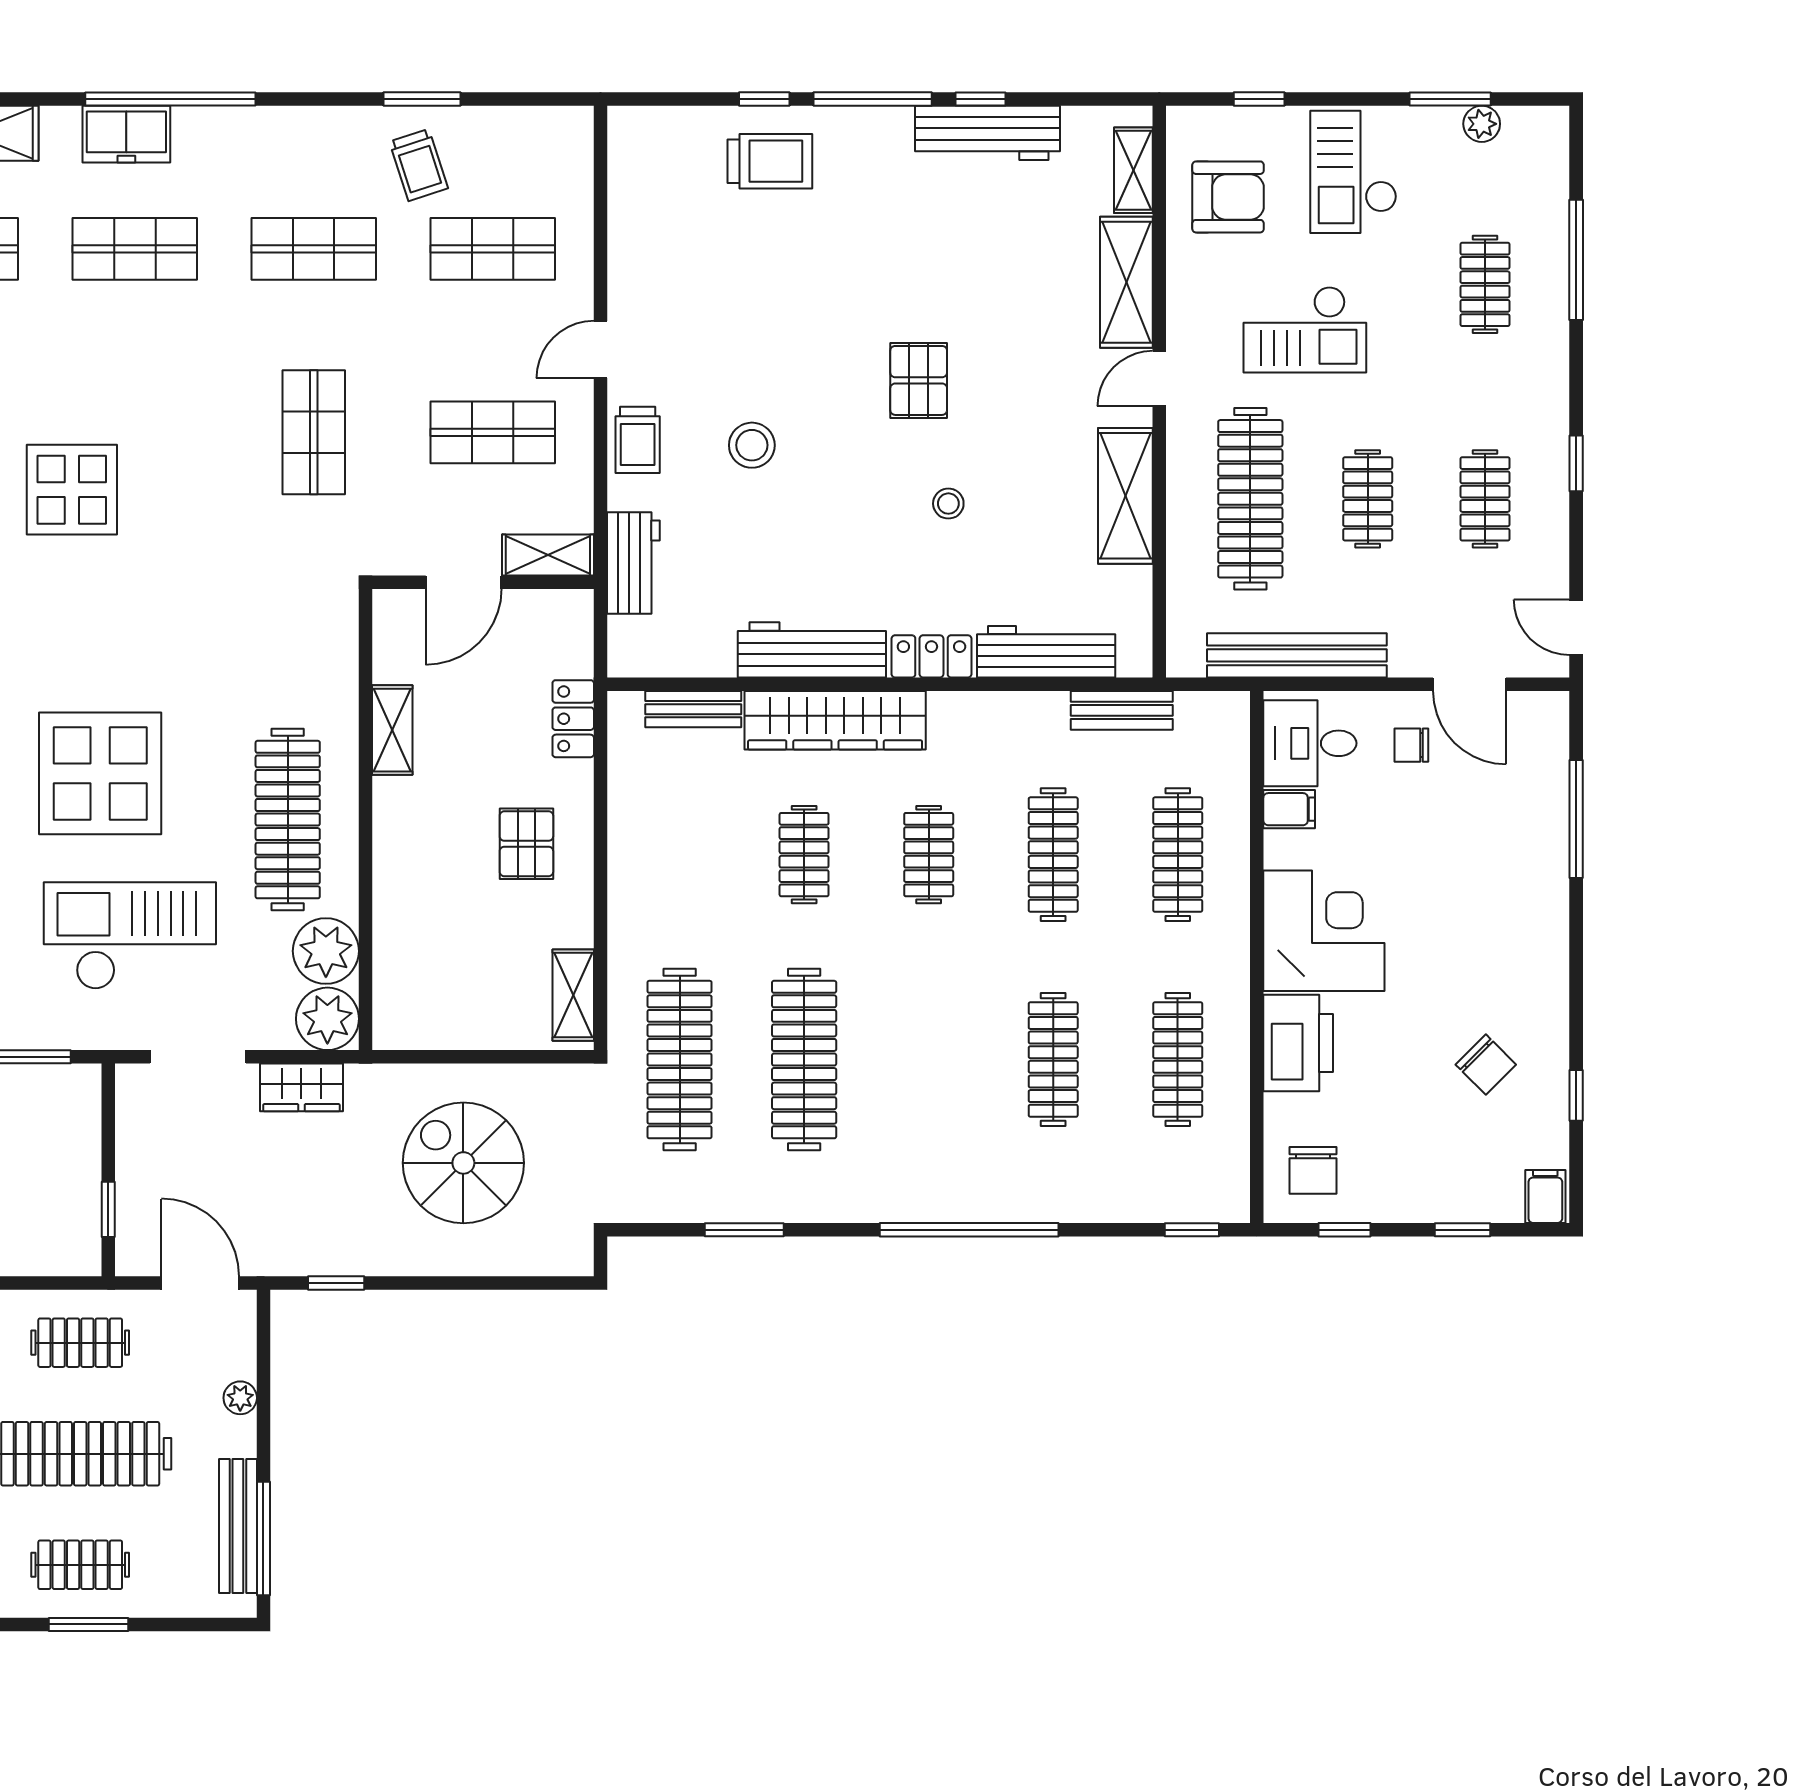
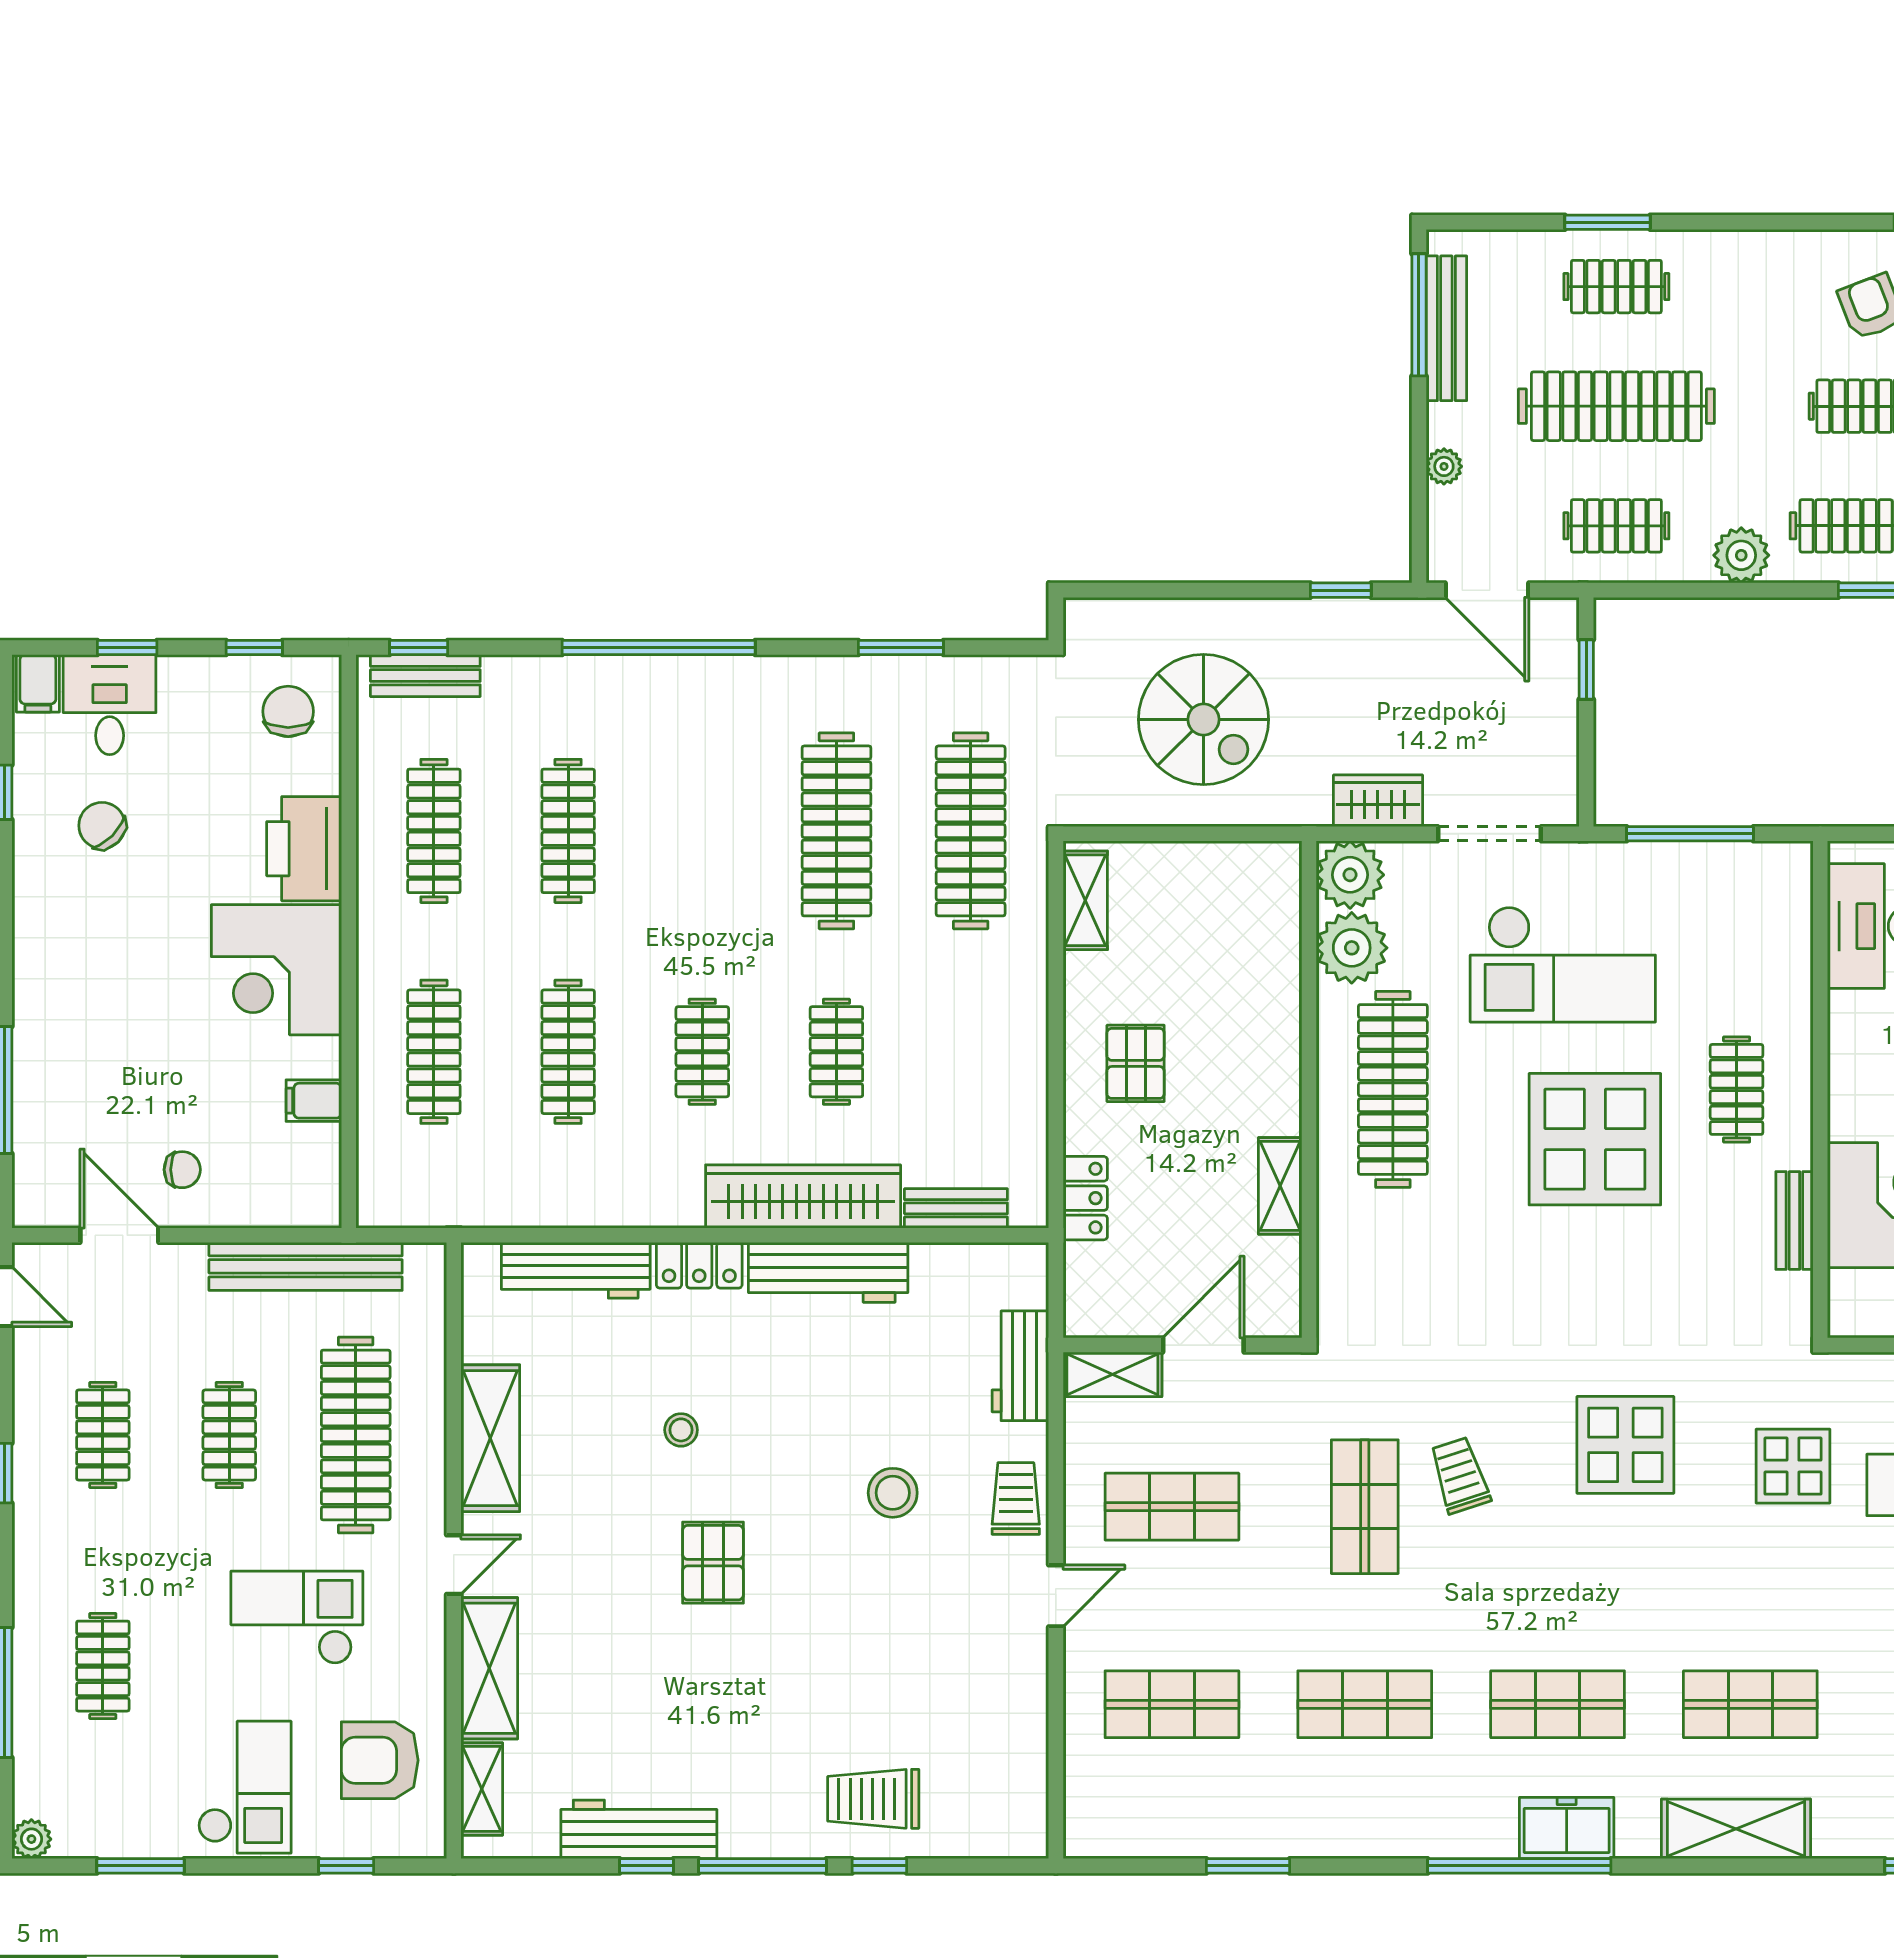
plant: (1482, 124) -> (31, 1839), moved
trolley: (419, 165) -> (1460, 1475), moved
bench: (1122, 710) -> (425, 676), moved
desk: (1310, 743) -> (110, 705), moved, turned -90

